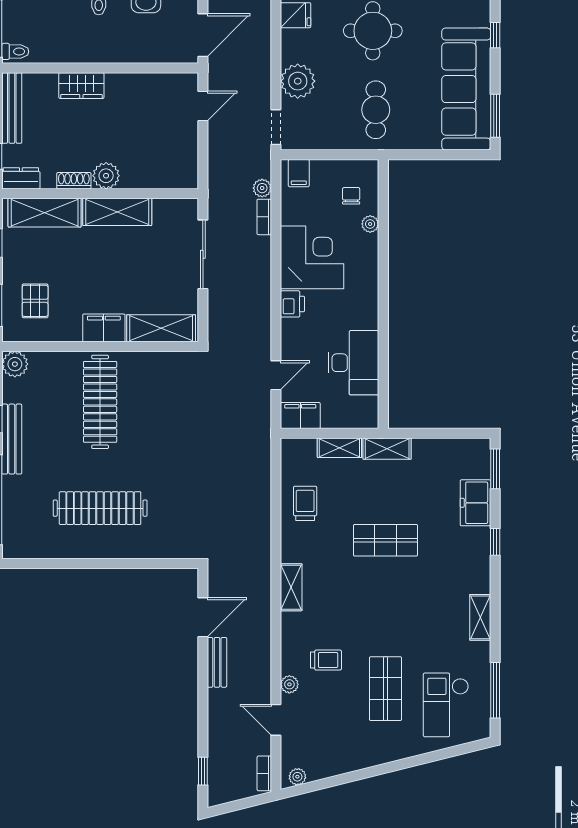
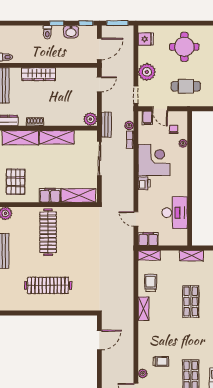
wardrobe: (81, 86) -> (39, 74), width x1.50
cafe table: (376, 110) -> (186, 86), turned 90
door: (324, 155) -> (160, 109), added
plant: (106, 176) -> (90, 119), moved
pallet: (35, 301) -> (16, 182), width x1.50, depth x1.42
door: (276, 375) -> (136, 219), swing flipped
shelving: (339, 448) -> (149, 255), moved
shop shelf: (385, 540) -> (191, 301), turned 90
shelving: (291, 587) -> (144, 309), moved
bench: (217, 662) -> (106, 125), moved

